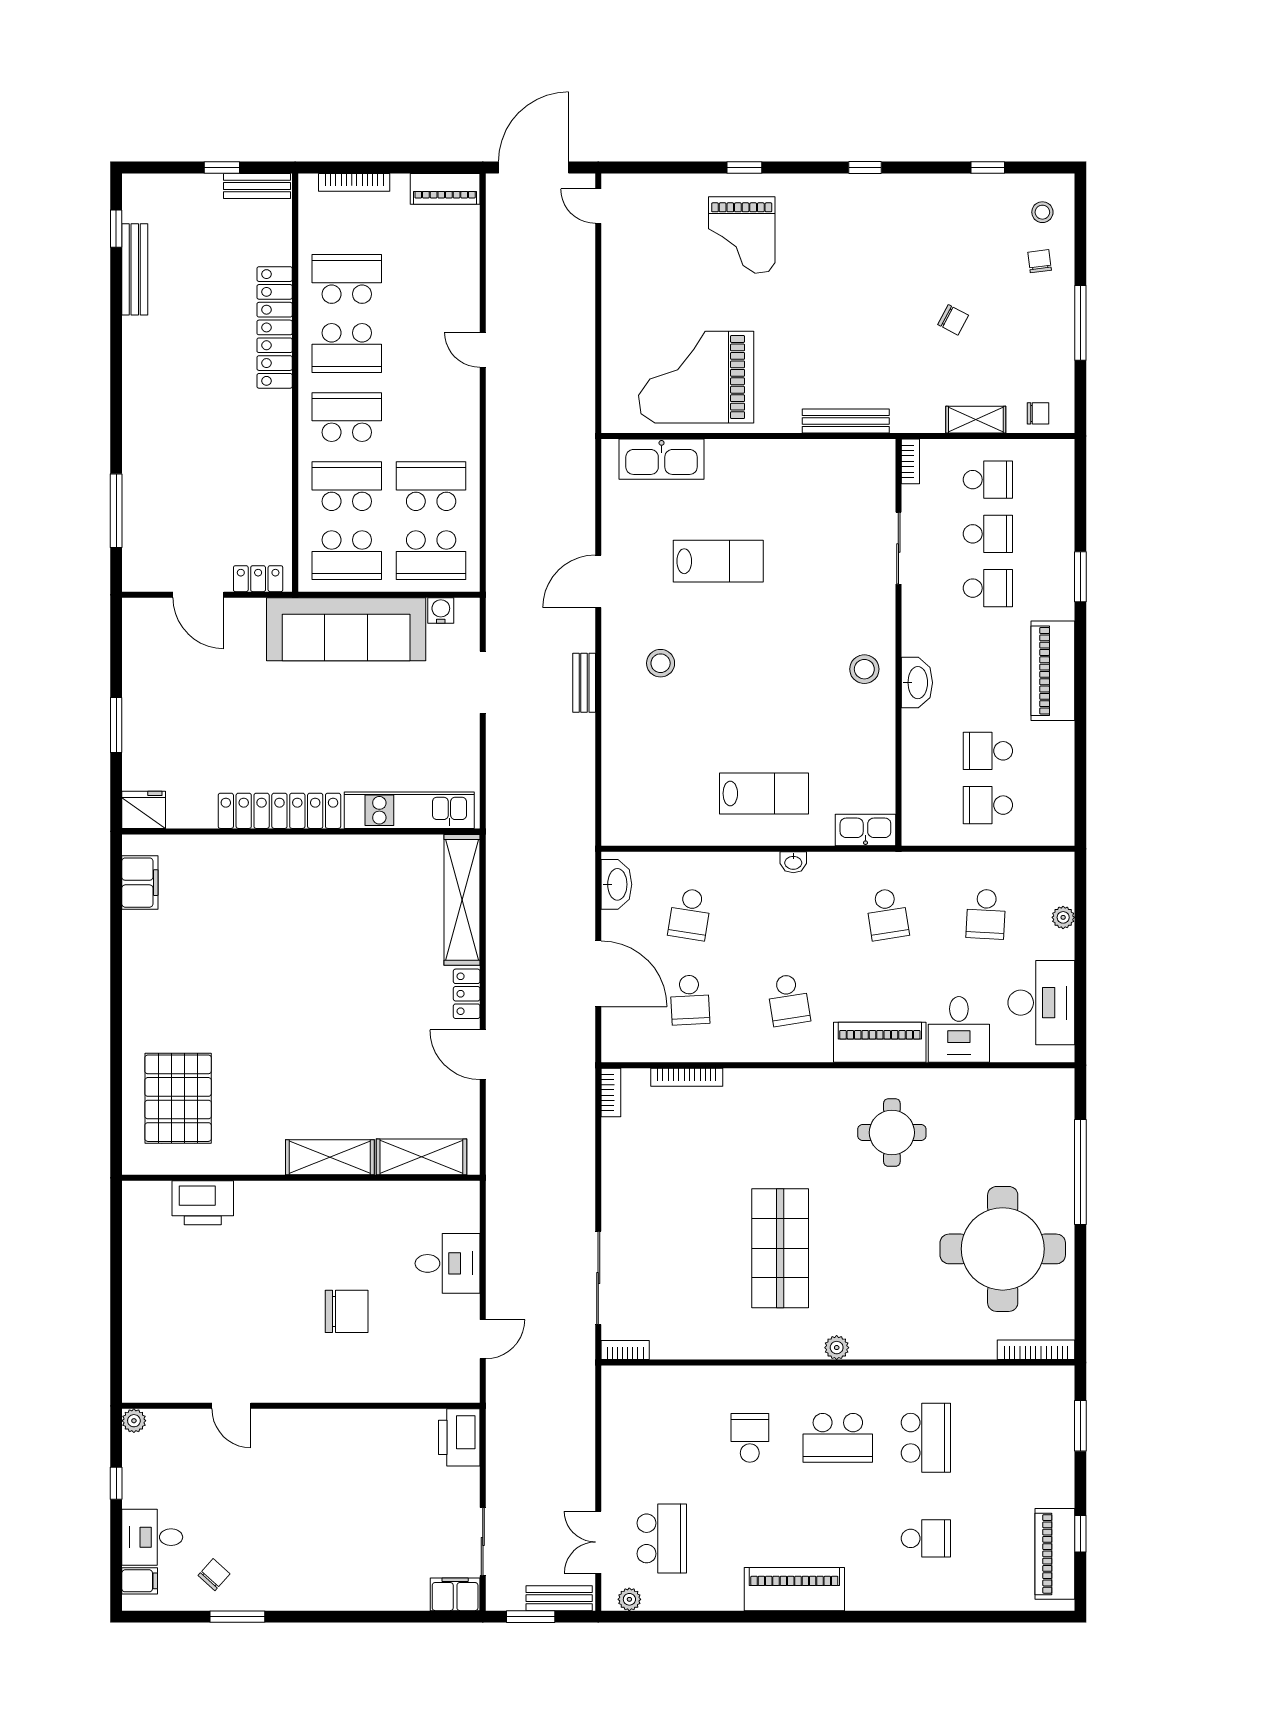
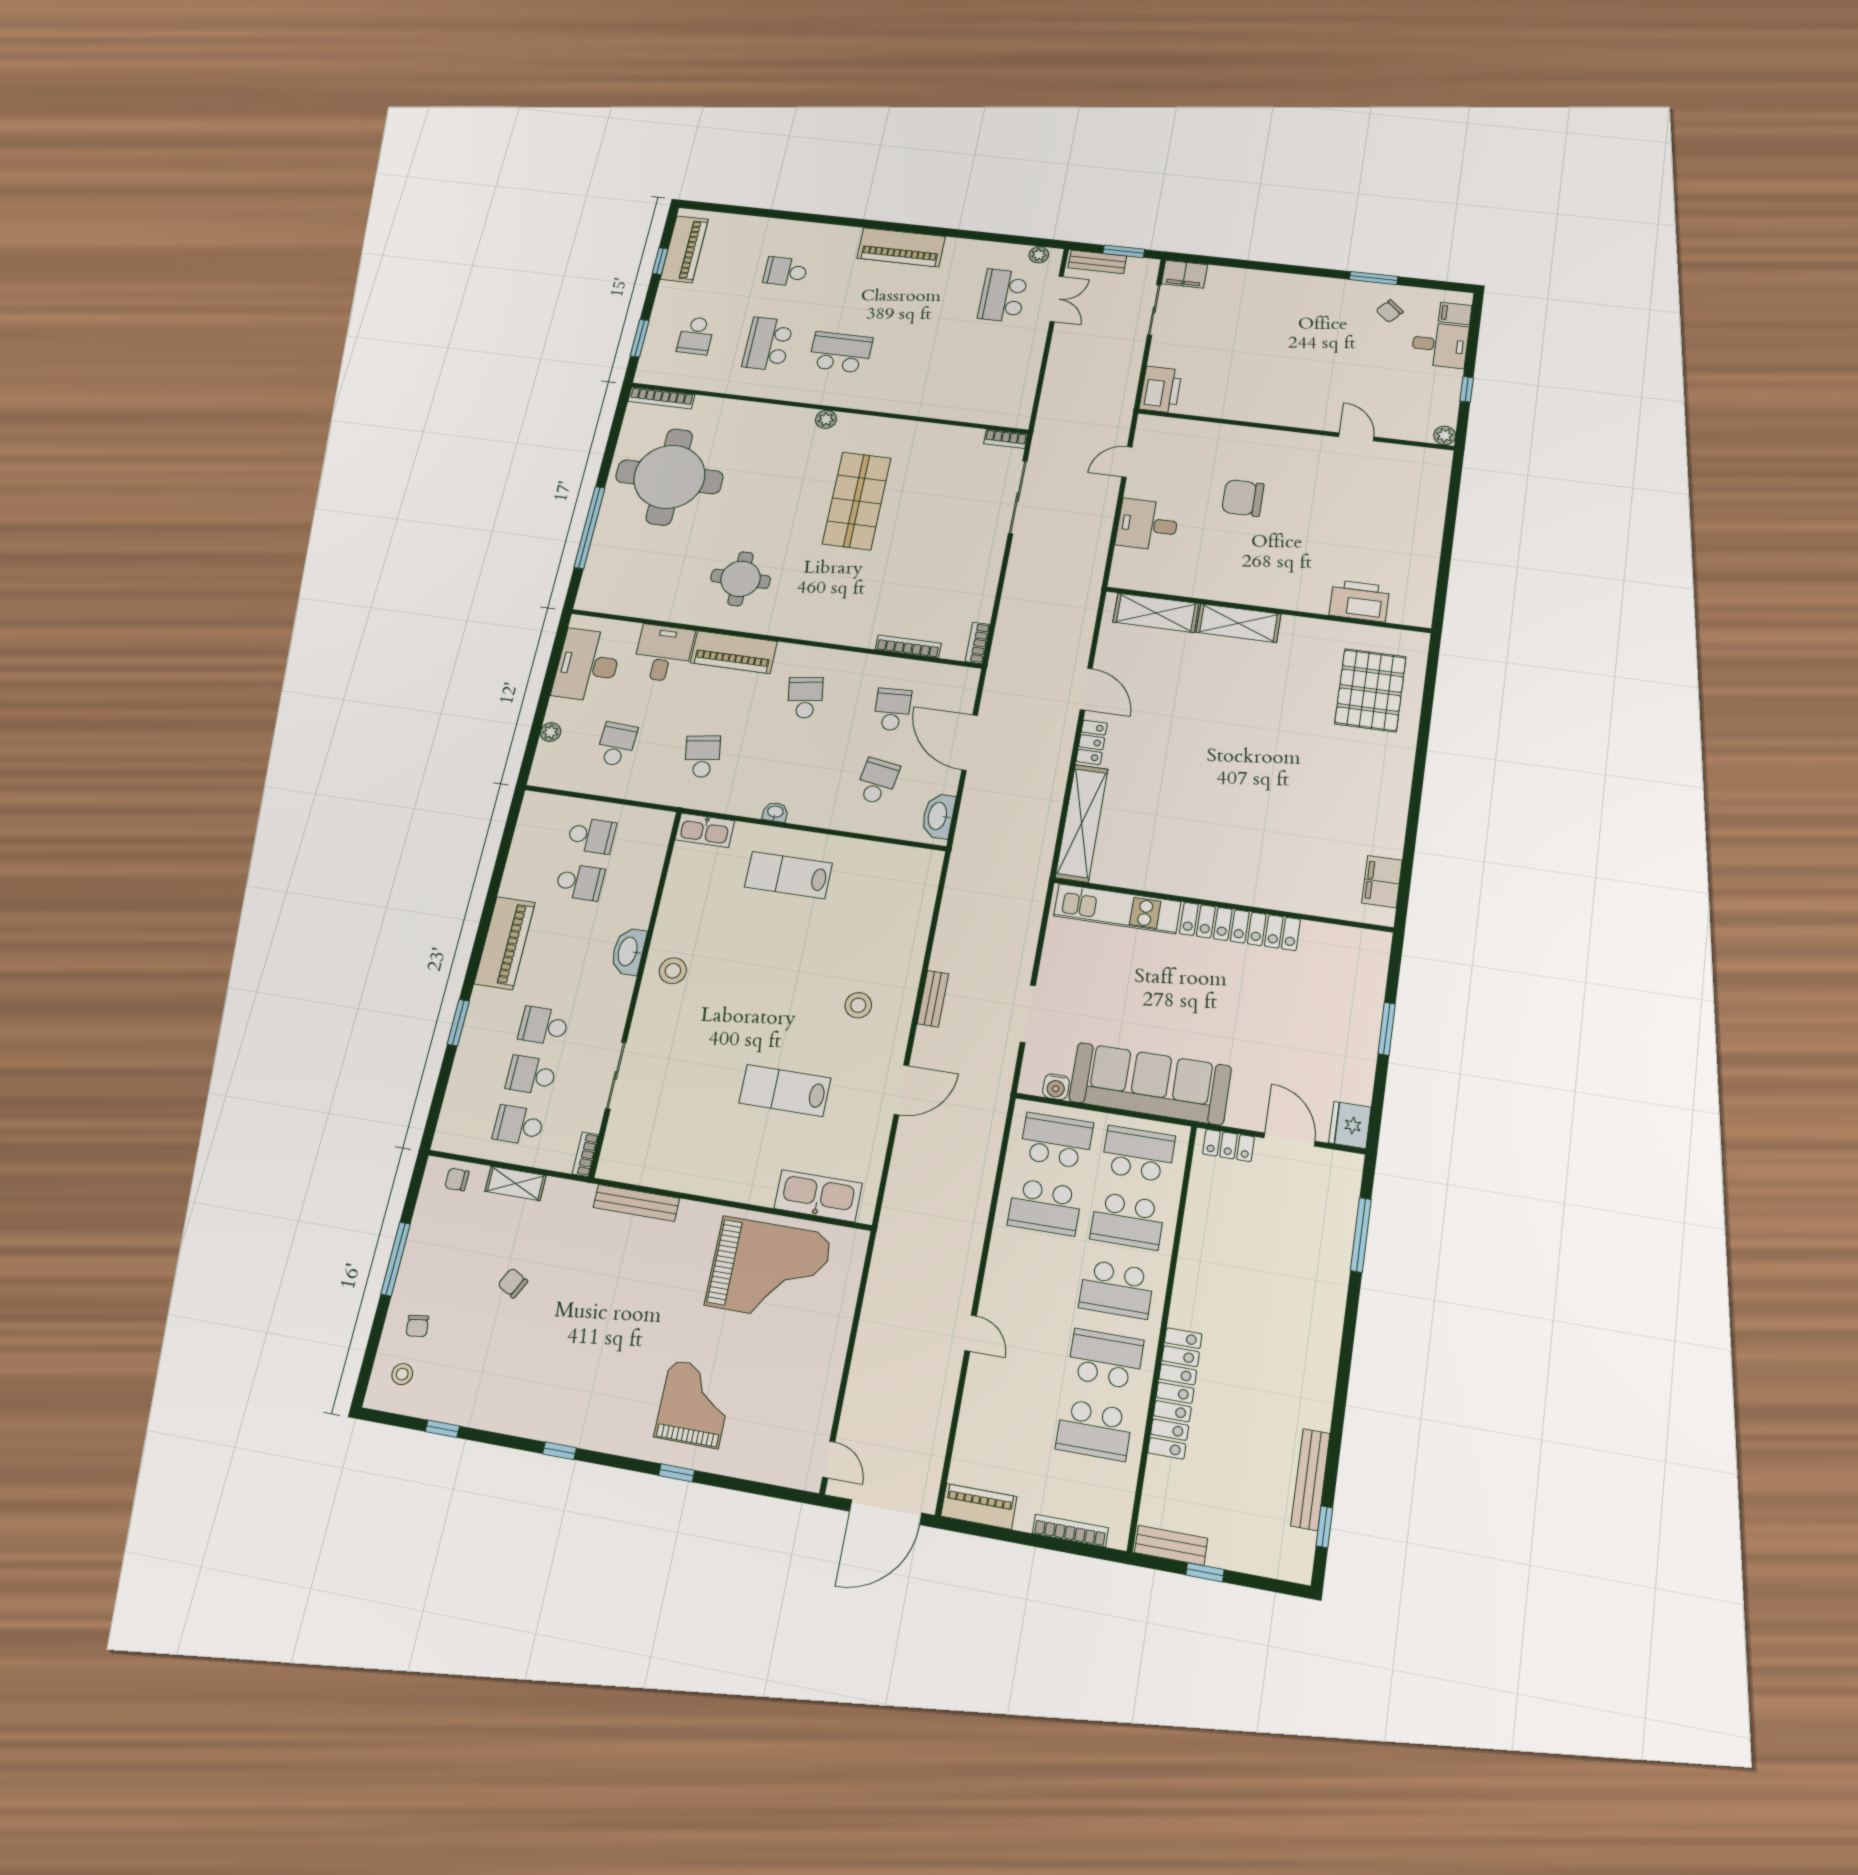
fridge: (144, 810) -> (1350, 1125), moved, turned 90
school desk: (750, 1438) -> (696, 336), moved

